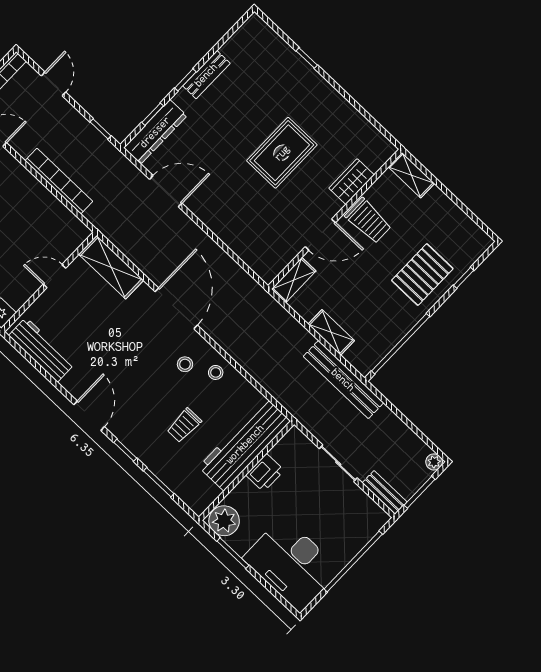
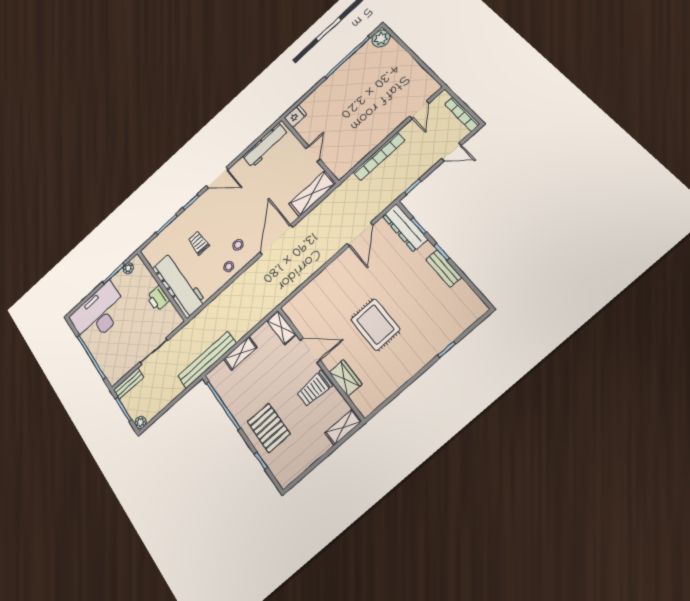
door: (320, 235) -> (310, 350), swing flipped
door: (176, 308) -> (276, 240), swing flipped
plant: (224, 521) -> (128, 268), width x0.53, depth x0.53

